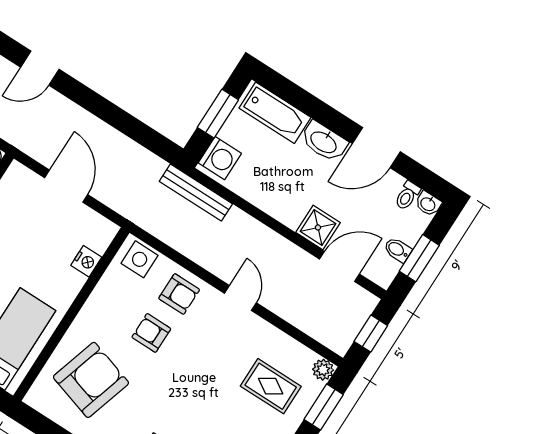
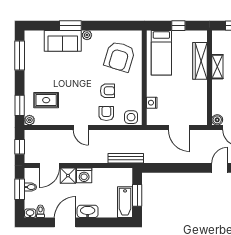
bathtub: (275, 113) -> (125, 202), moved, turned -90
washing machine: (220, 158) -> (84, 175), moved, turned -90
armchair: (179, 294) -> (106, 113), turned 90

